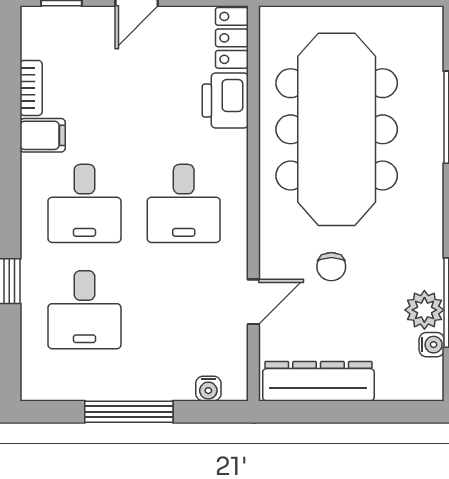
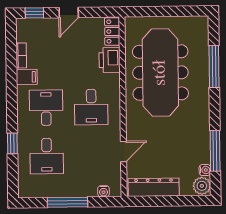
desk: (84, 203) -> (46, 108), turned 180
chair: (331, 267) -> (159, 135), removed
plant: (424, 310) -> (202, 186), moved

